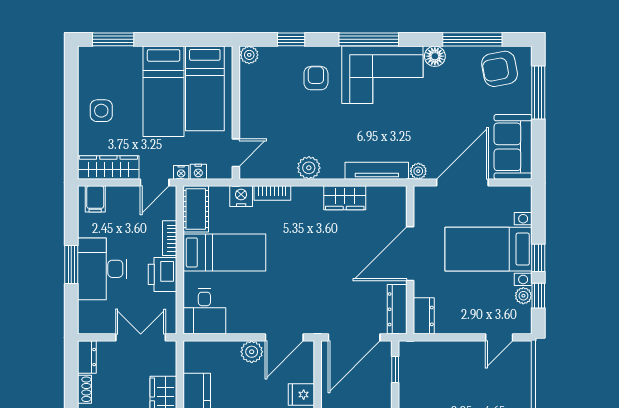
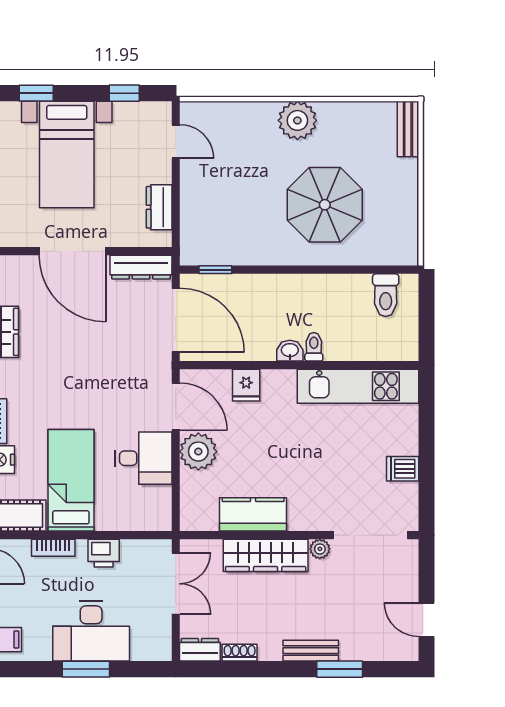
window: (538, 258) -> (36, 93), moved
printer: (163, 274) -> (104, 553), width x0.73, depth x0.81
plant: (523, 296) -> (124, 111), removed
desk: (204, 311) -> (143, 458), moved
dresser: (424, 316) -> (159, 207), moved, turned -90
double door: (141, 337) -> (176, 584), swing flipped
plant: (252, 352) -> (198, 452), width x1.36, depth x1.36

